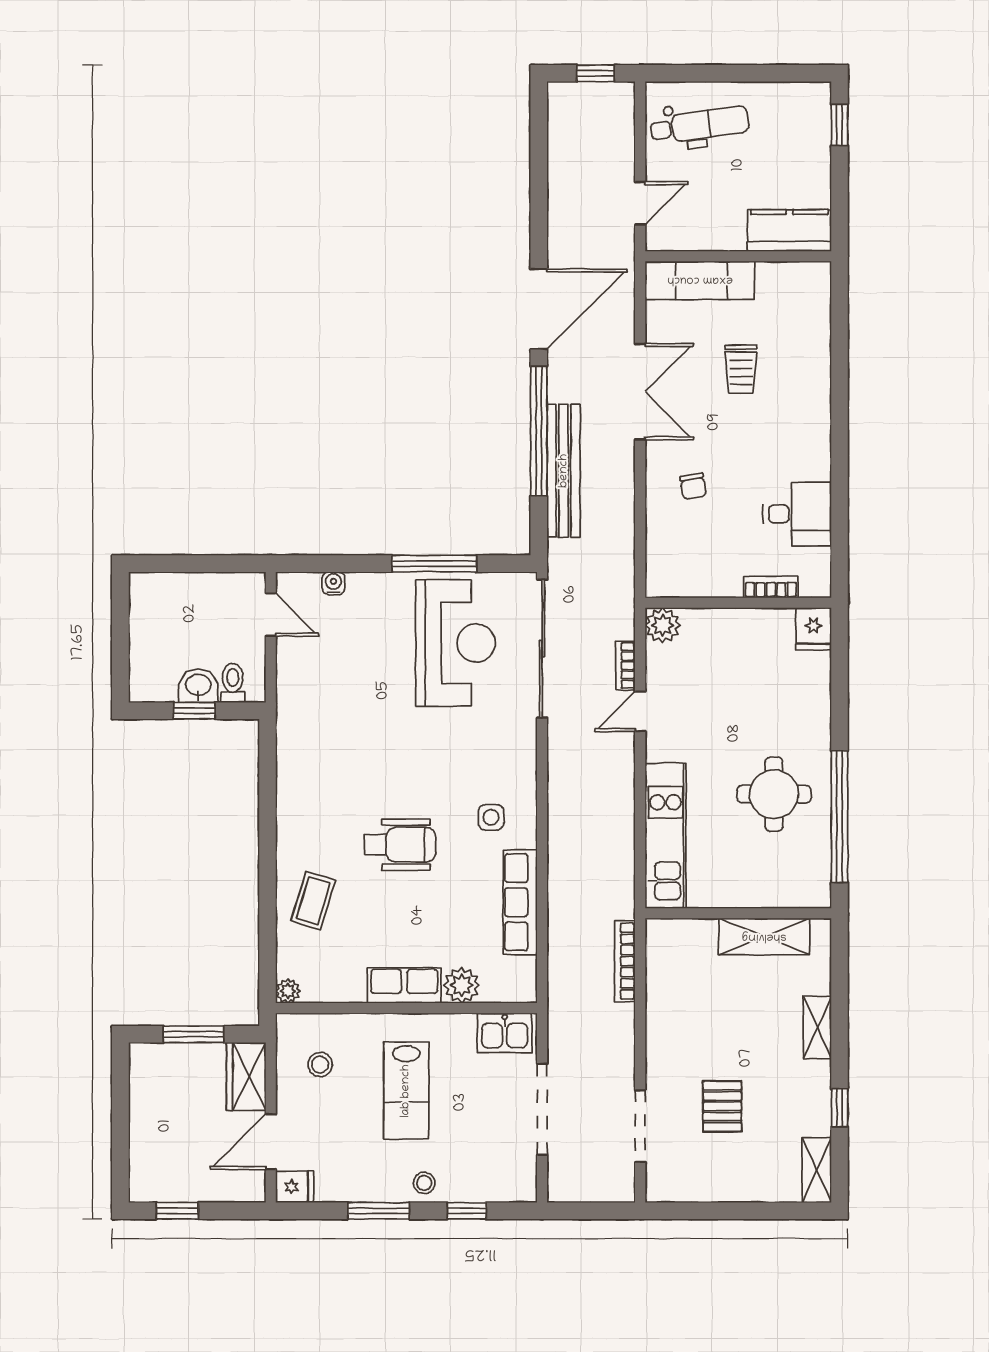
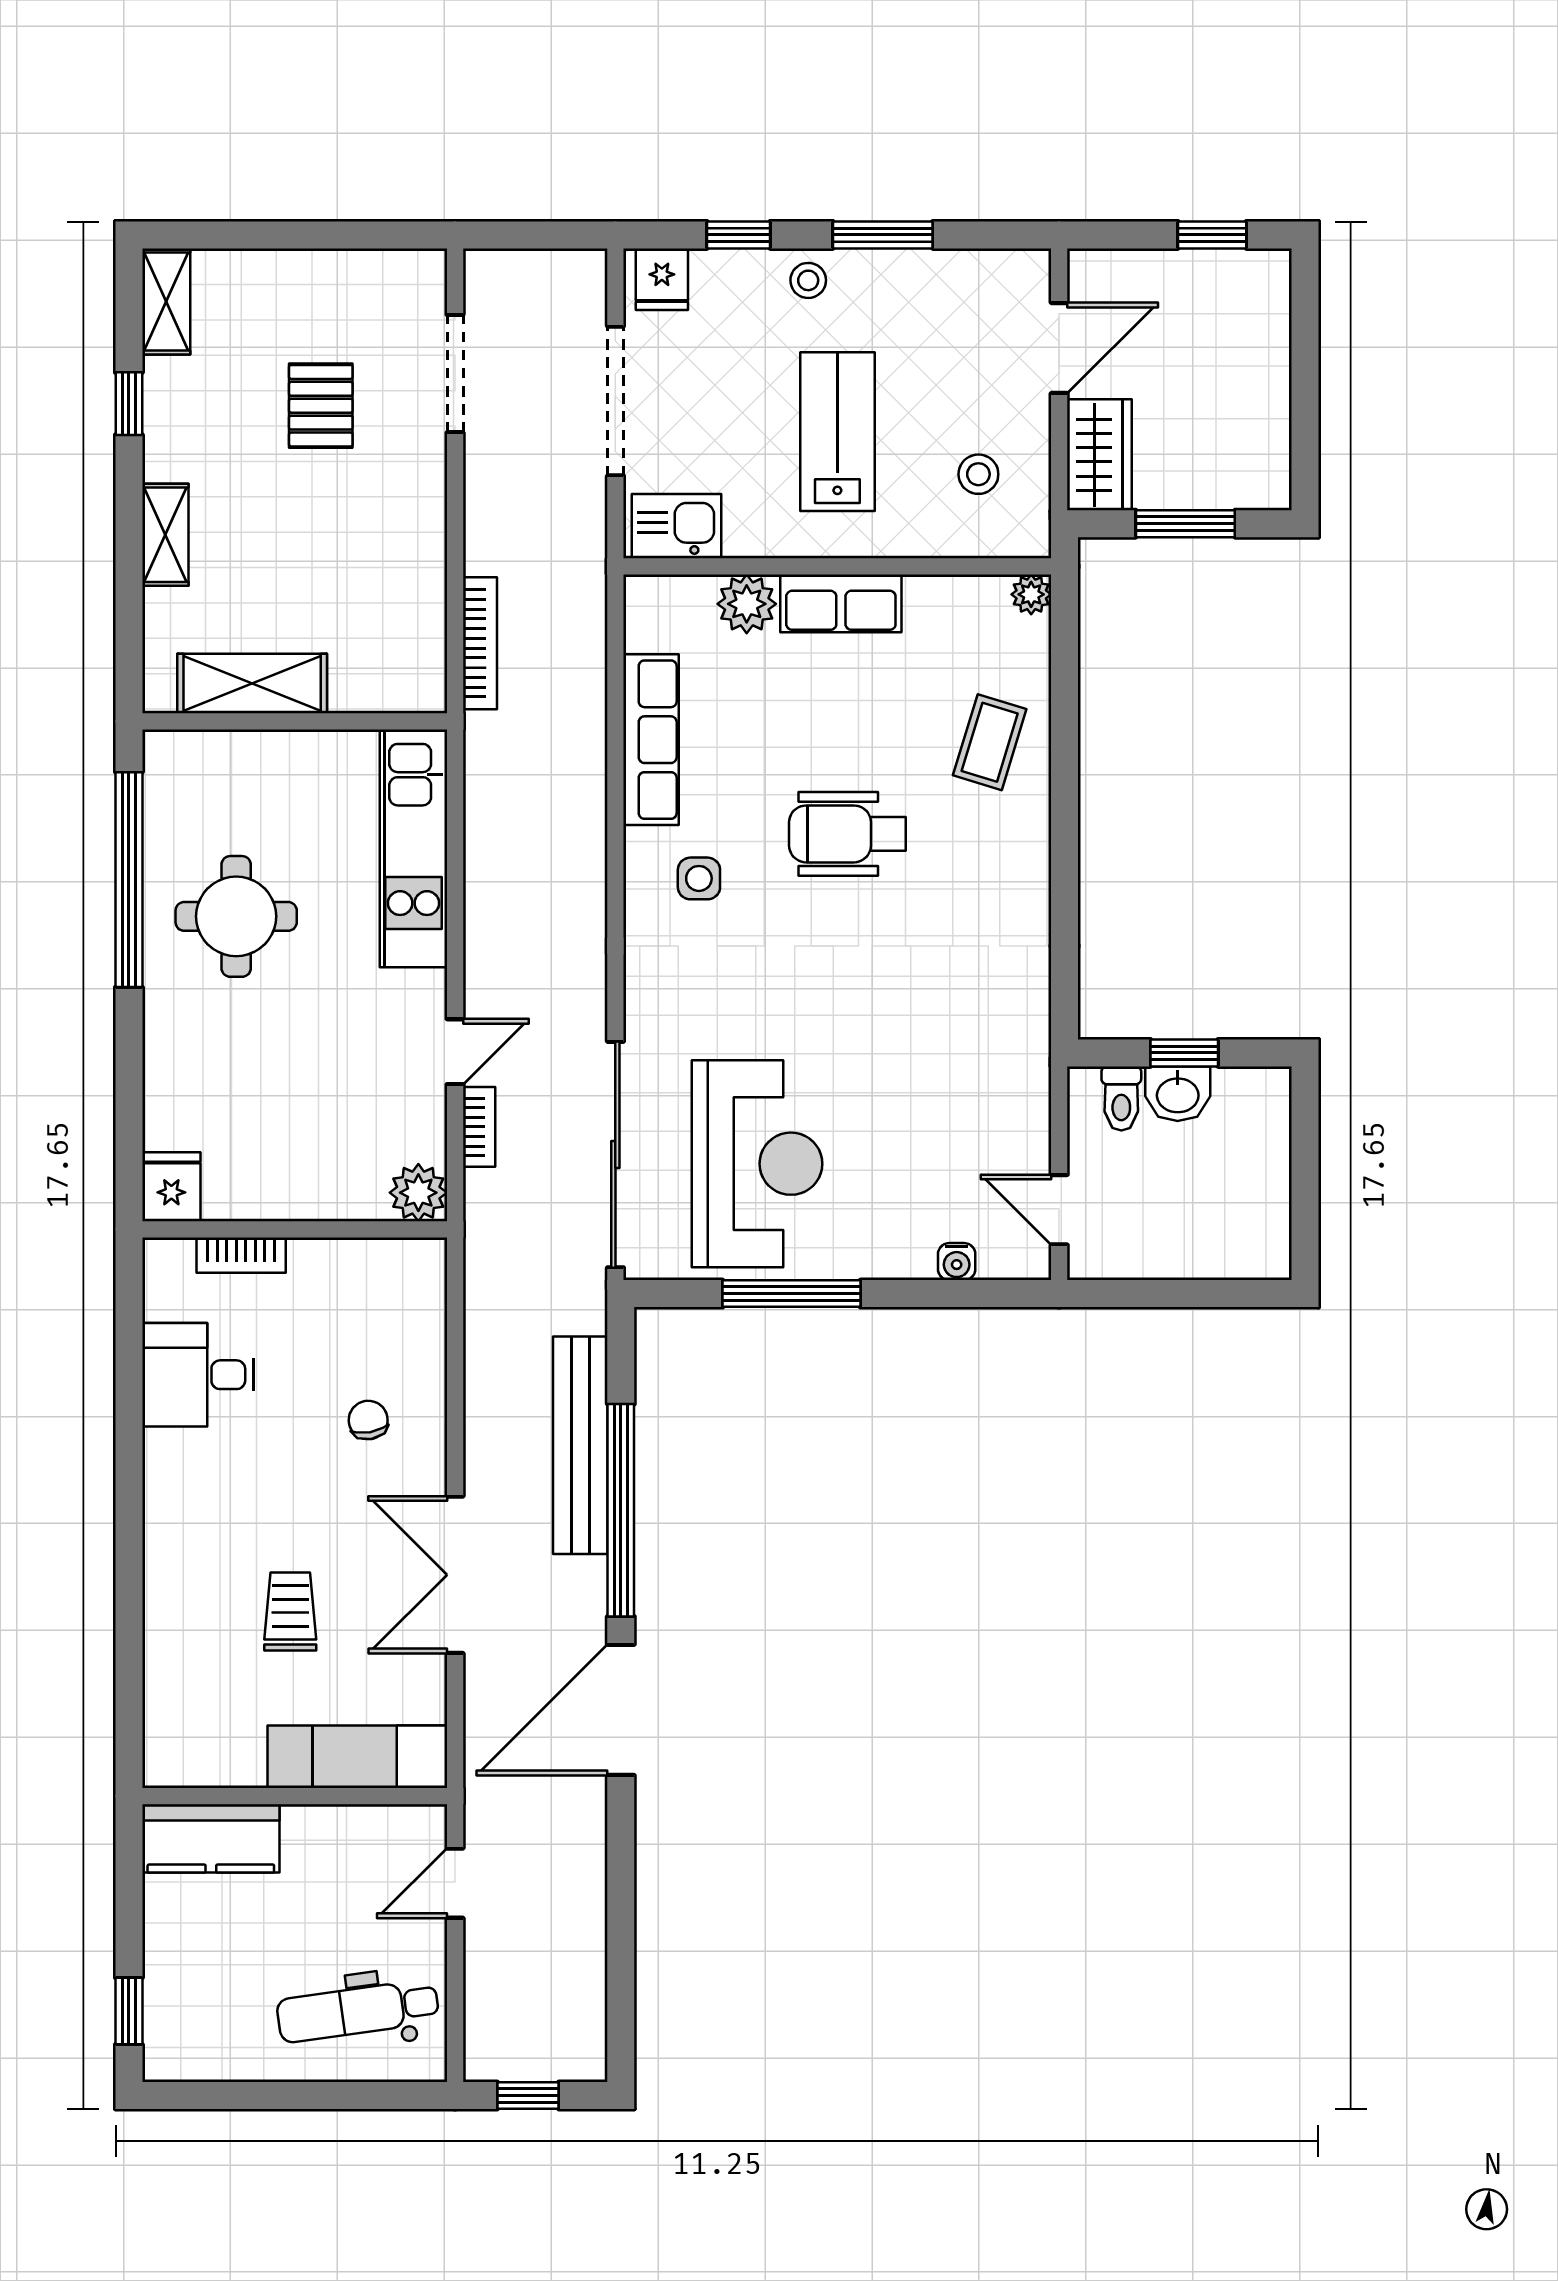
reception desk: (455, 643) -> (757, 1164), turned 180
fridge: (295, 1187) -> (662, 279), moved, turned -90

